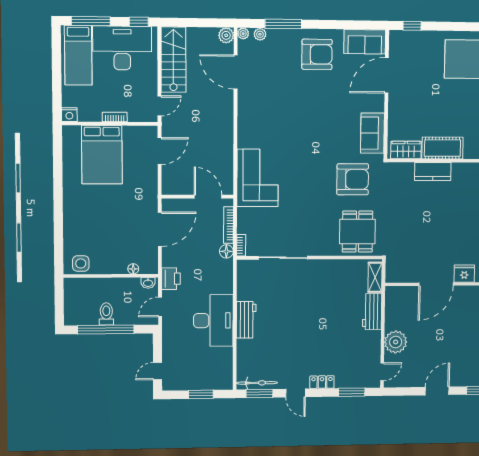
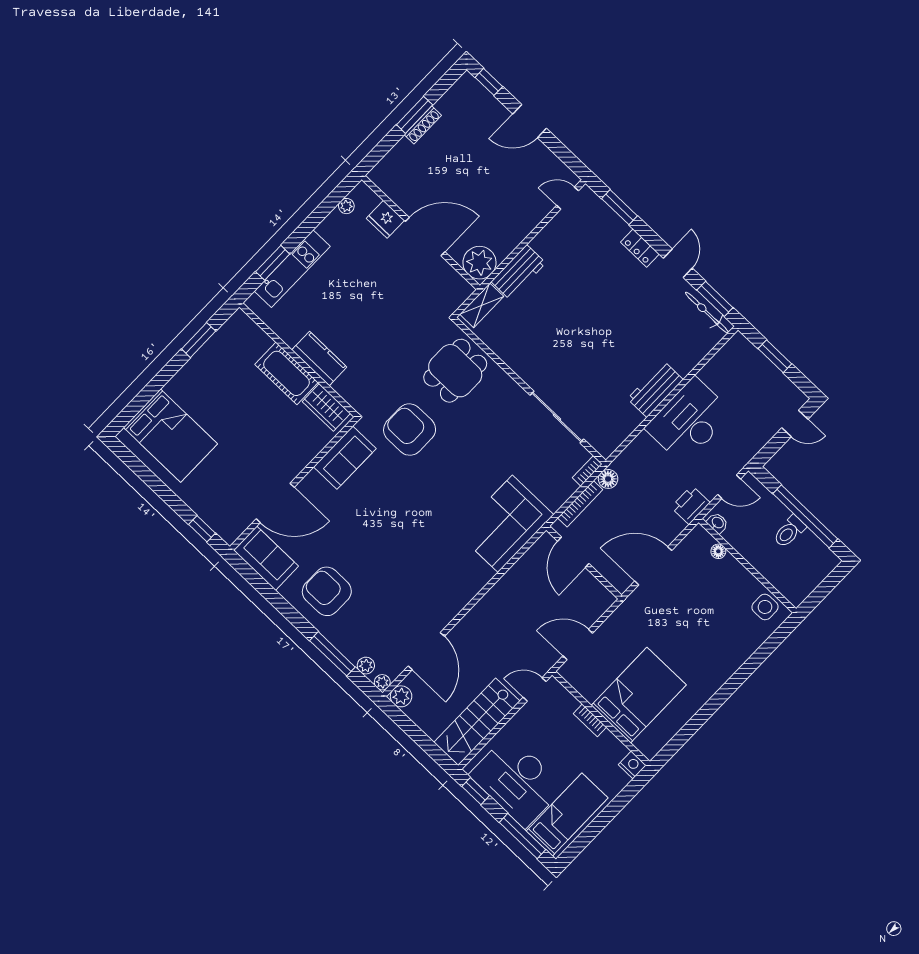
plant: (396, 342) -> (480, 263), moved

